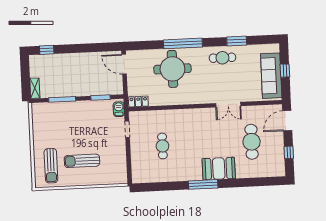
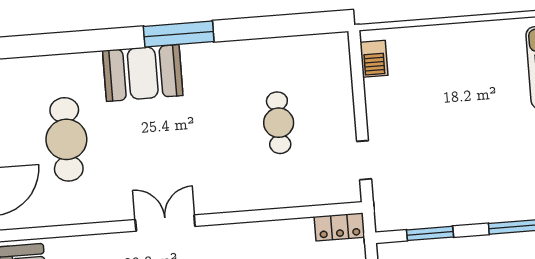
double door: (228, 105) -> (165, 223), moved
barbecue: (119, 109) -> (374, 59), moved
sun lounger: (82, 161) -> (470, 81), removed

